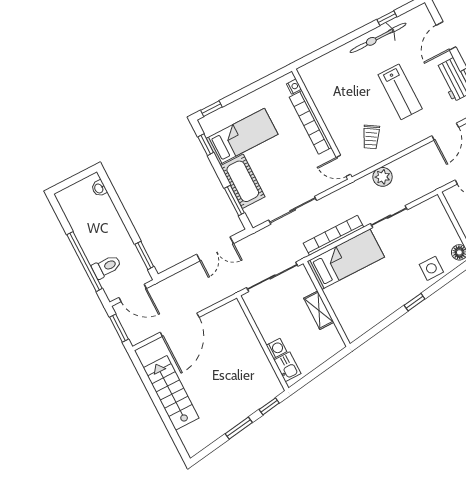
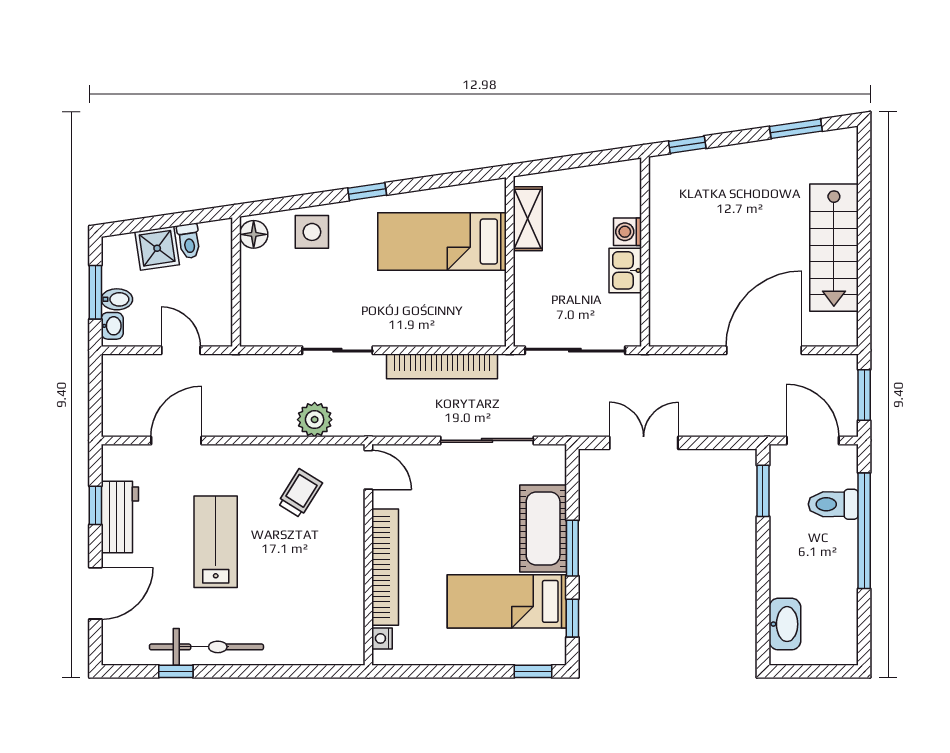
washbasin: (99, 188) -> (785, 624), width x1.91, depth x1.45
window: (234, 200) -> (572, 548), moved
bed: (346, 259) -> (442, 241), moved
shelving: (319, 310) -> (528, 219), moved
kitchen sink: (287, 367) -> (625, 270), moved
window: (239, 428) -> (796, 129), moved

